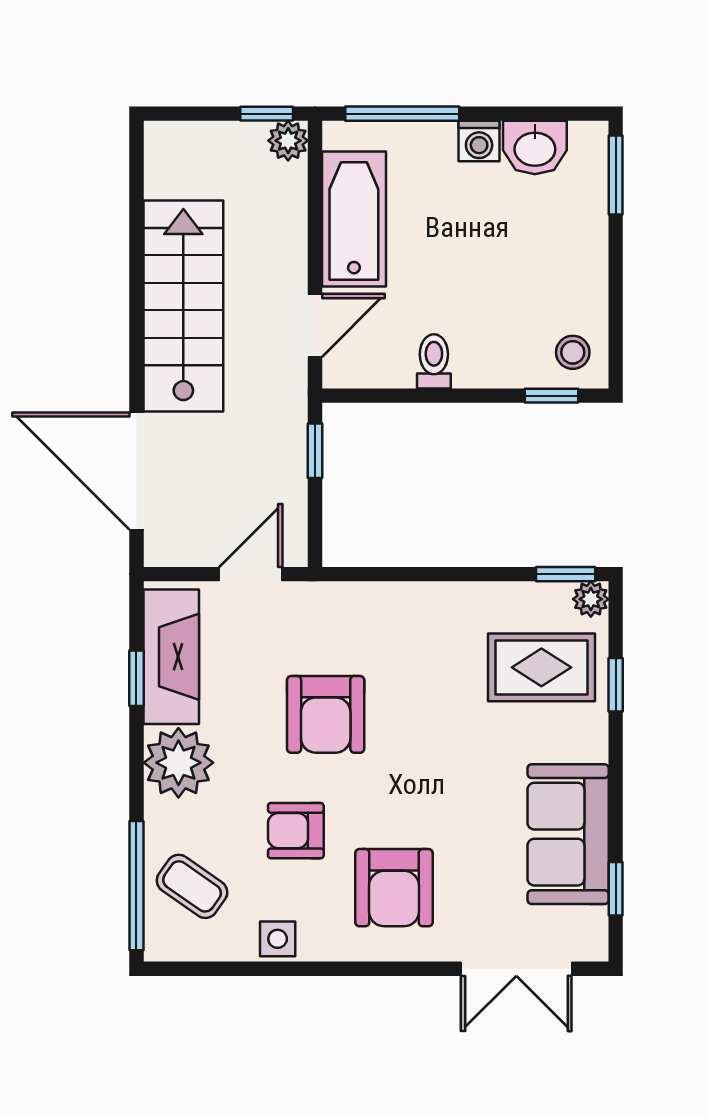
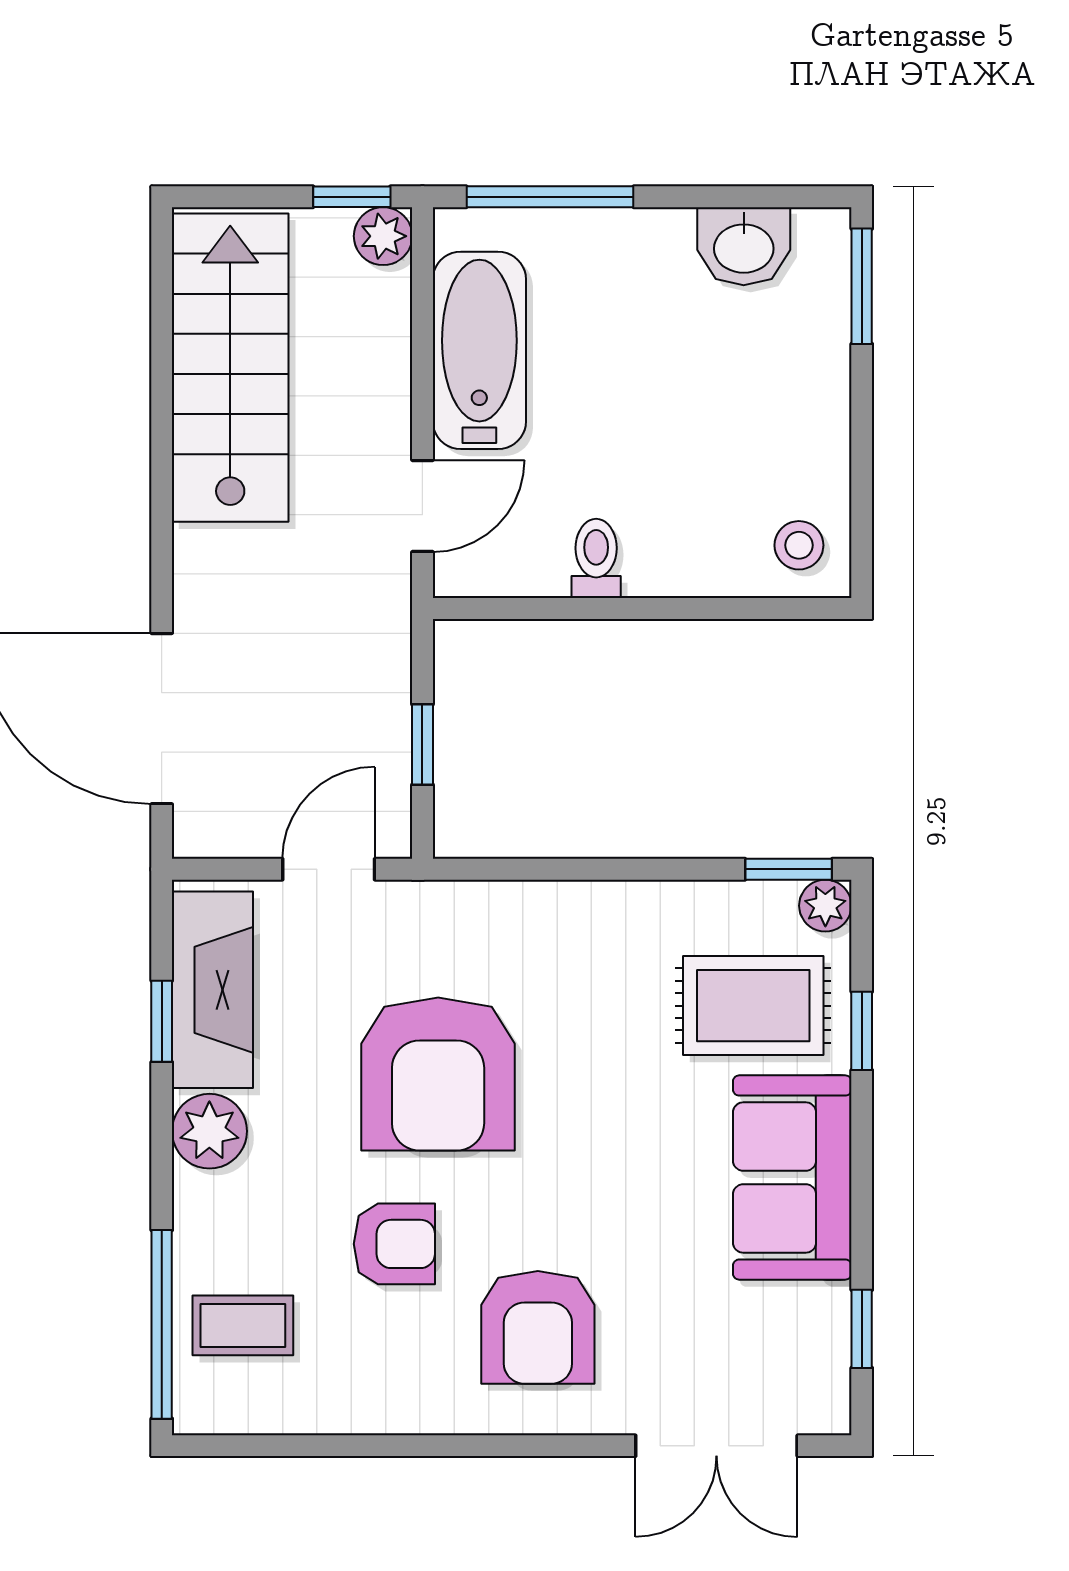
washing machine: (479, 141) -> (662, 237), removed
stairs: (183, 306) -> (230, 368), moved
window: (552, 396) -> (768, 608), removed
window: (315, 451) -> (422, 745), moved
armchair: (326, 714) -> (438, 1074), width x1.36, depth x1.36
plant: (178, 763) -> (209, 1131), width x0.73, depth x0.73
armchair: (296, 831) -> (394, 1244), turned 180
sofa: (568, 834) -> (792, 1178), moved
coffee table: (192, 886) -> (243, 1325), turned -35
side table: (278, 939) -> (368, 1402), removed

